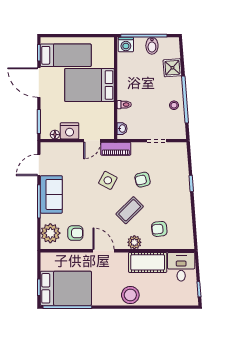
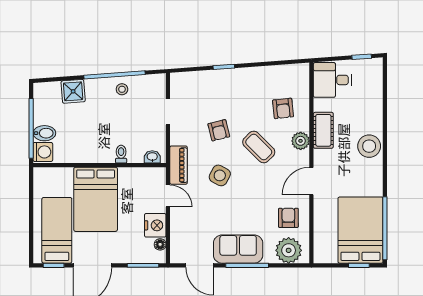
bidet: (152, 46) -> (44, 133), moved
cot: (148, 262) -> (323, 130), width x0.73, depth x0.75

